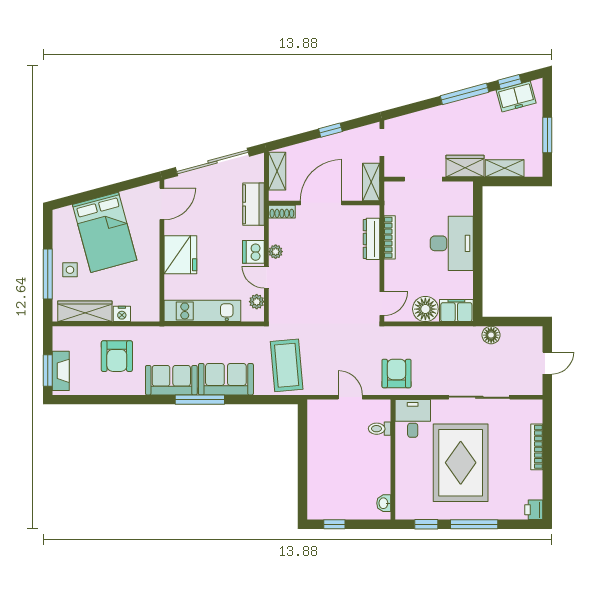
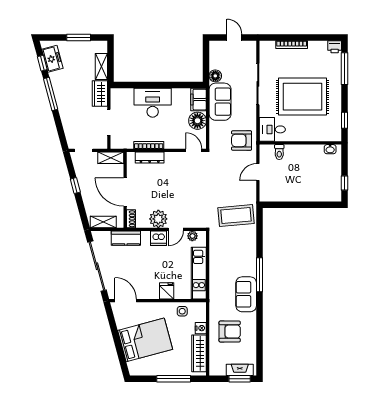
plant: (276, 252) -> (158, 219), width x1.88, depth x1.88
fridge: (180, 255) -> (167, 291), width x0.53, depth x0.75
side table: (70, 270) -> (182, 311), moved
sofa: (226, 379) -> (220, 102), moved, turned 180
window: (474, 524) -> (345, 69), moved

